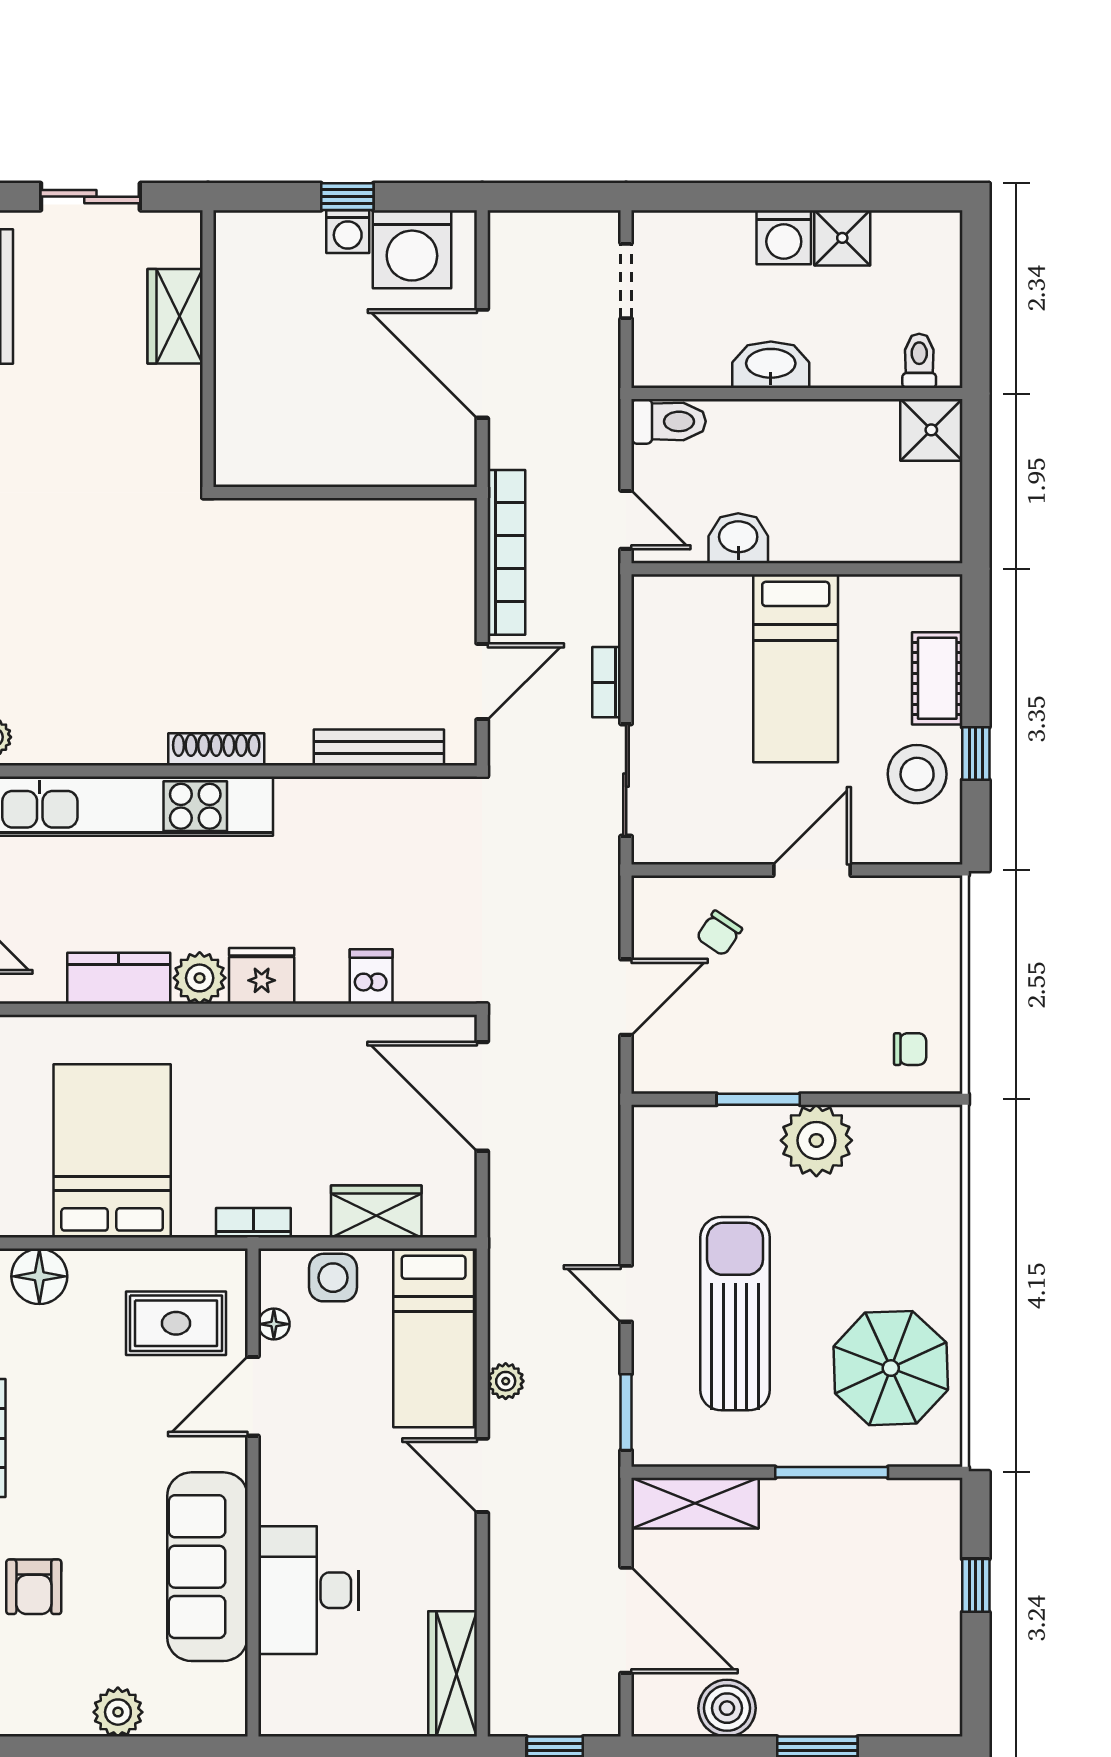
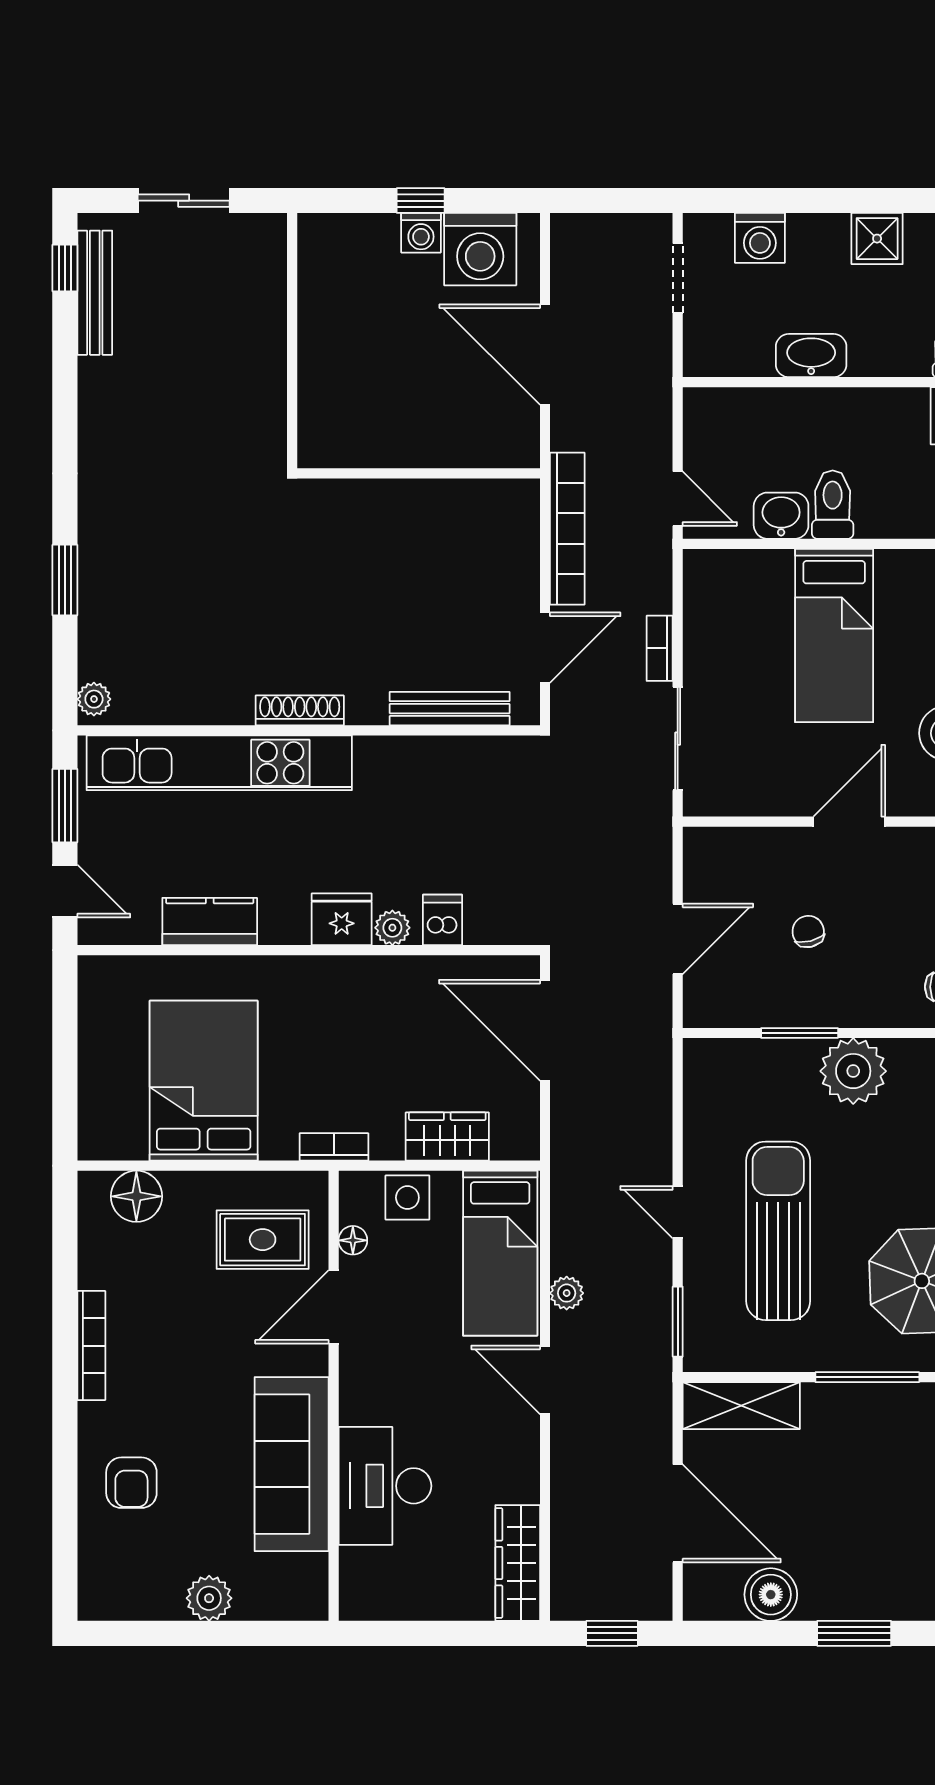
washing machine: (784, 237) -> (760, 238), moved
wardrobe: (175, 316) -> (262, 311), removed
toilet: (669, 421) -> (833, 505), moved, turned -90
chair: (719, 933) -> (808, 931), moved, turned 132
plant: (200, 978) -> (392, 928), moved, width x0.73, depth x0.73

